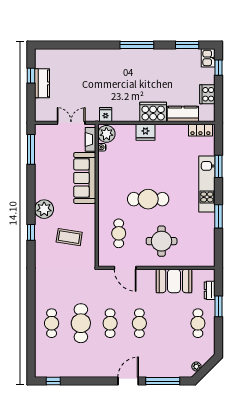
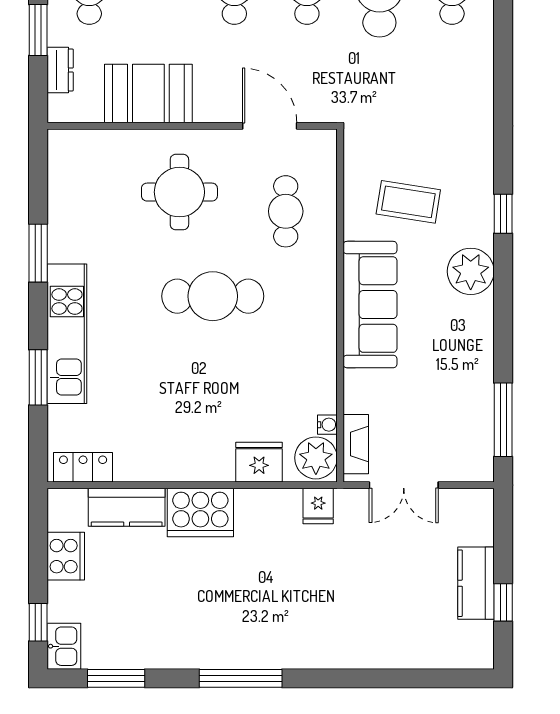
fridge: (145, 132) -> (259, 462), moved
sofa: (85, 178) -> (370, 305), moved

